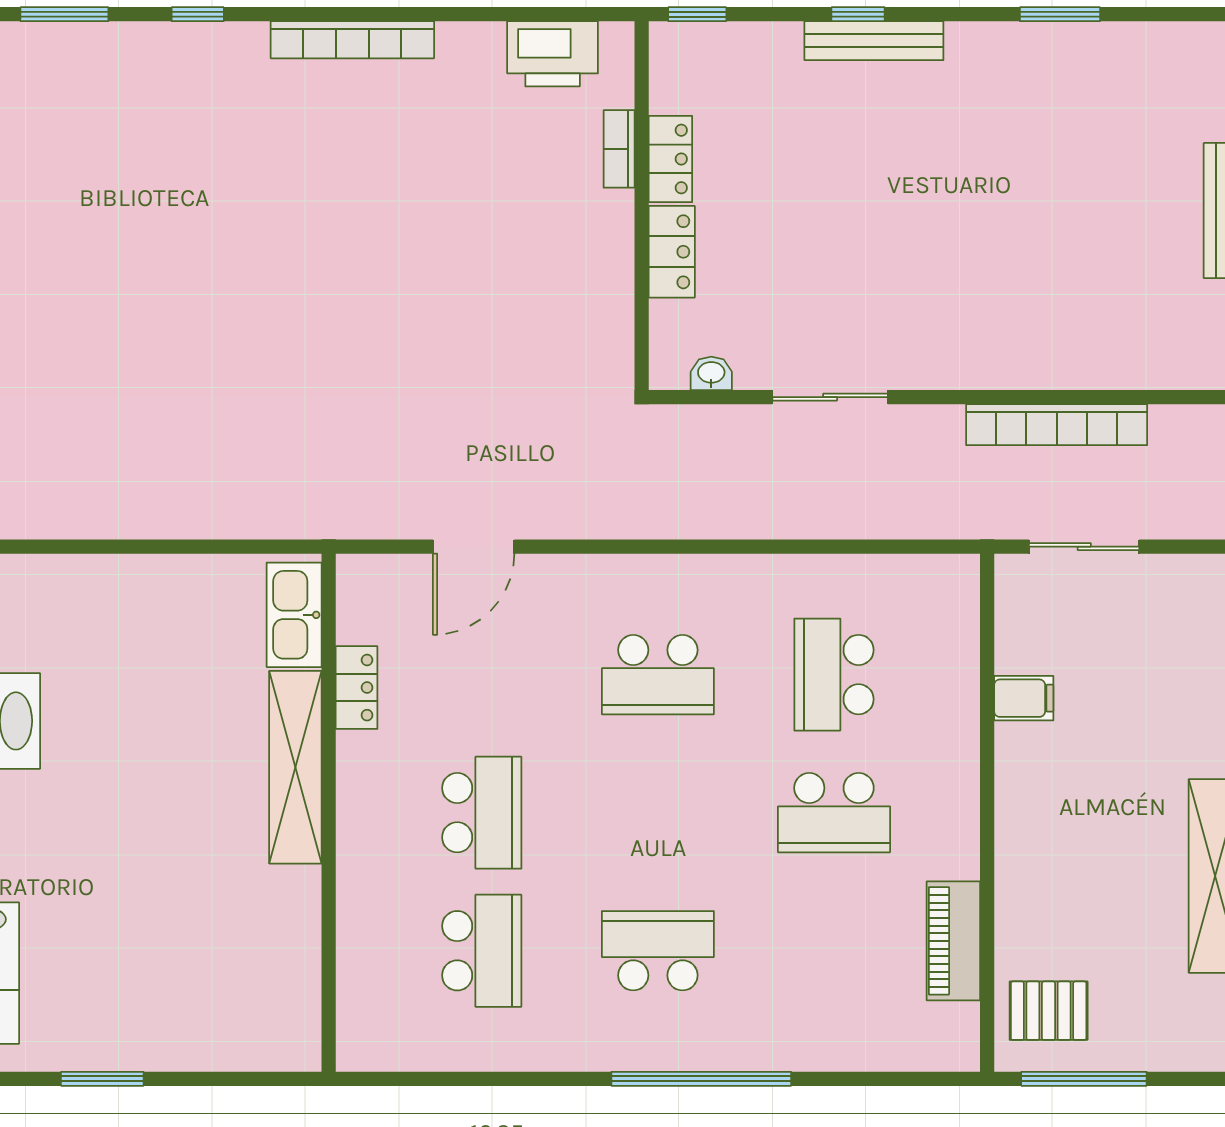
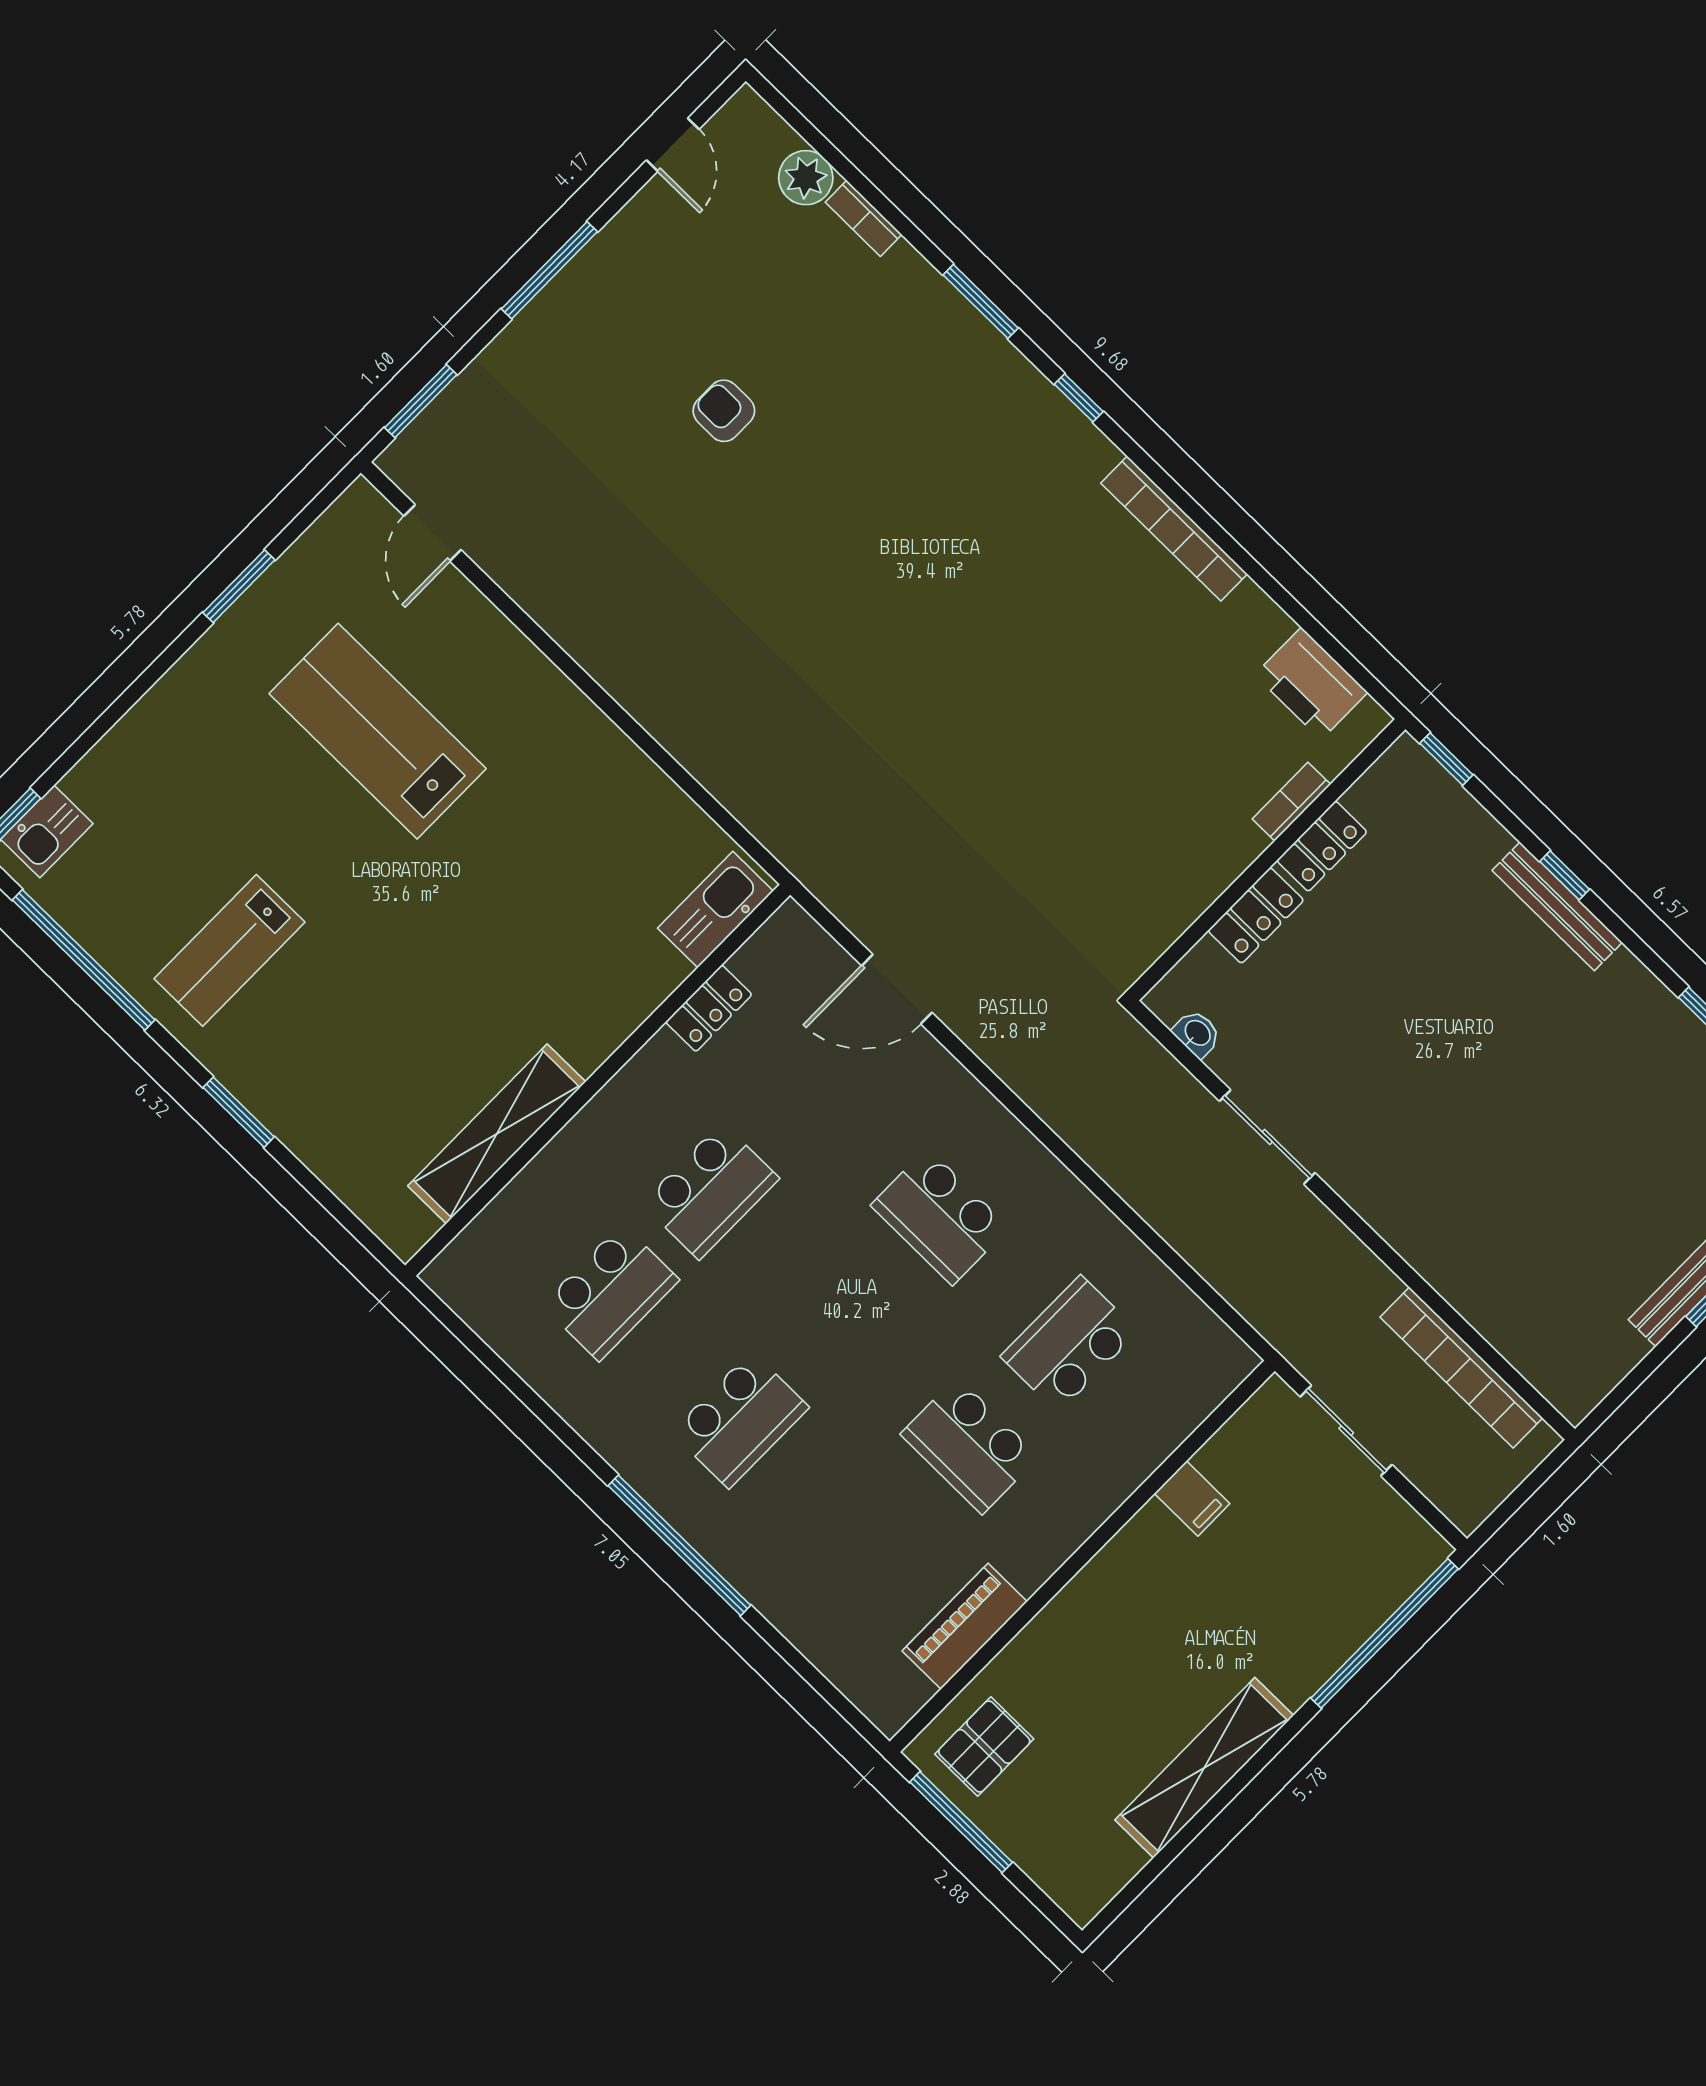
bookcase: (1057, 425) -> (1461, 1368), moved
shelving: (295, 767) -> (497, 1134), moved
school desk: (658, 951) -> (740, 1420), turned 90
pallet: (1049, 1011) -> (984, 1746), turned 90

